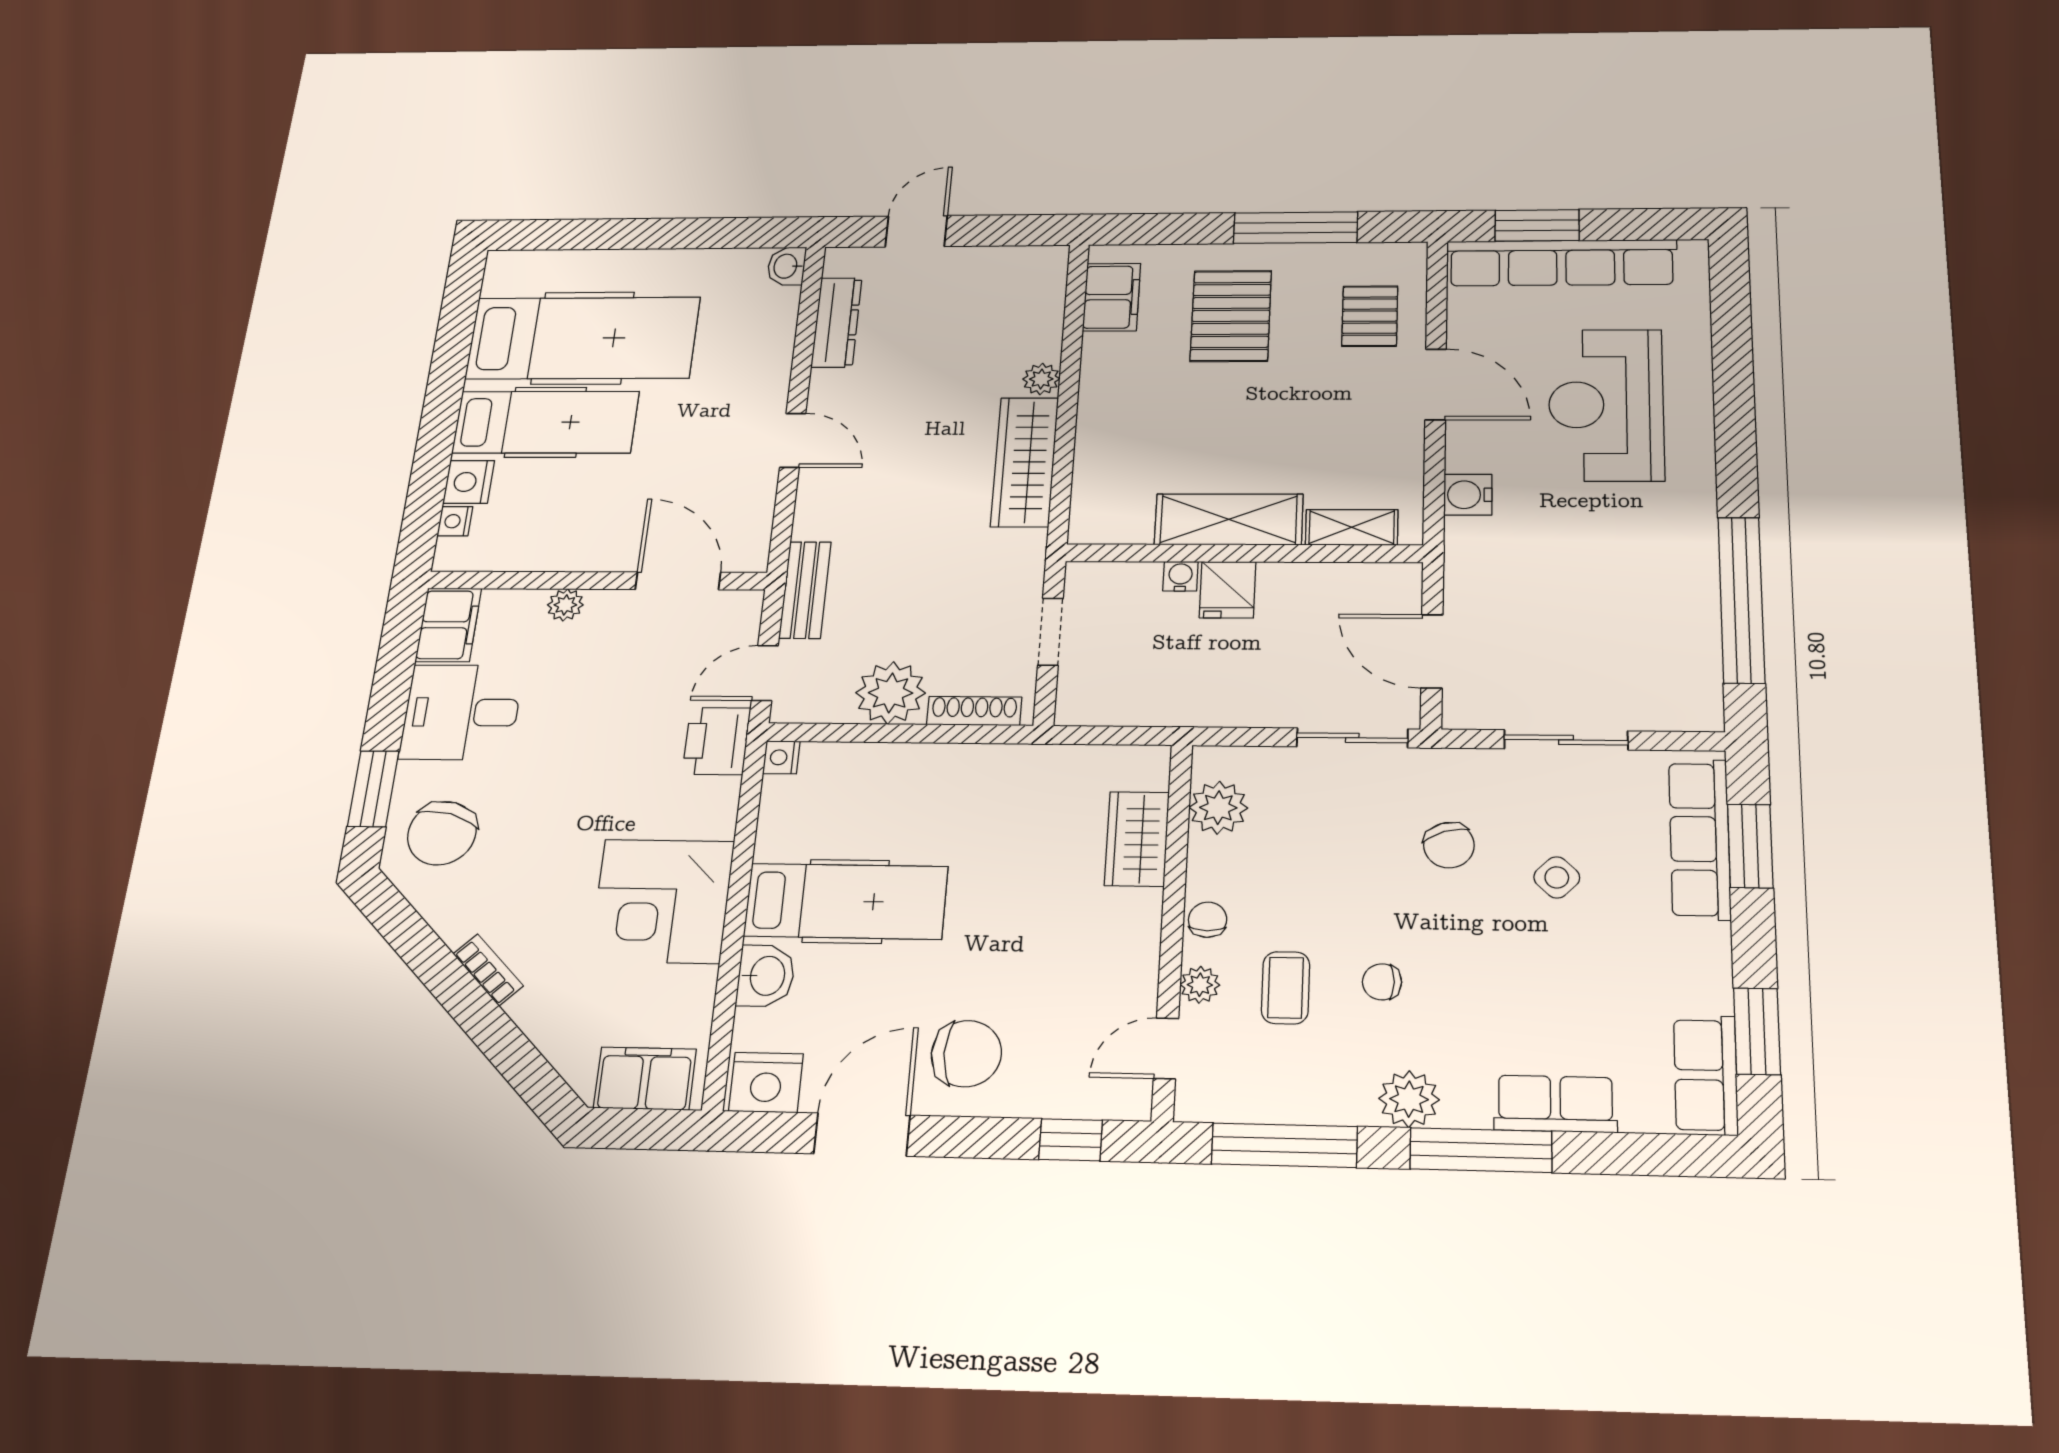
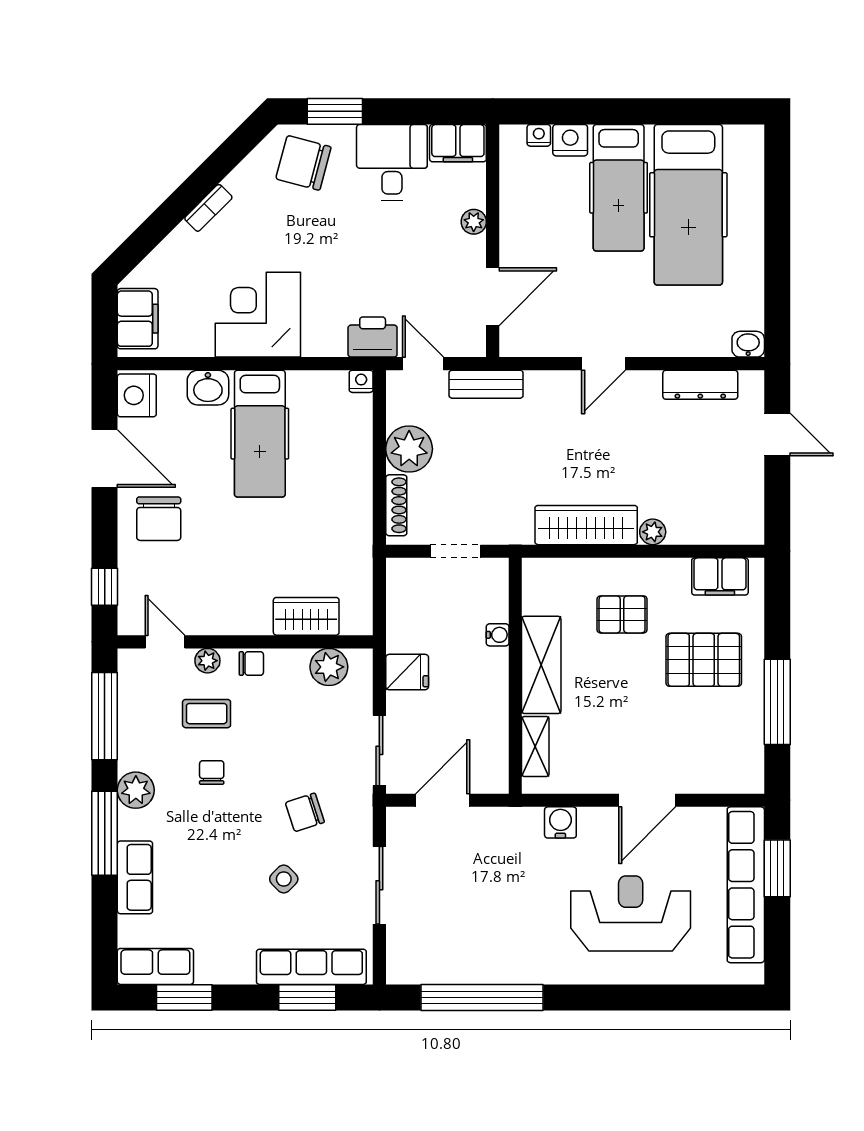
pallet: (1370, 316) -> (622, 614), moved
fridge: (1228, 590) -> (407, 672), moved, turned 180

